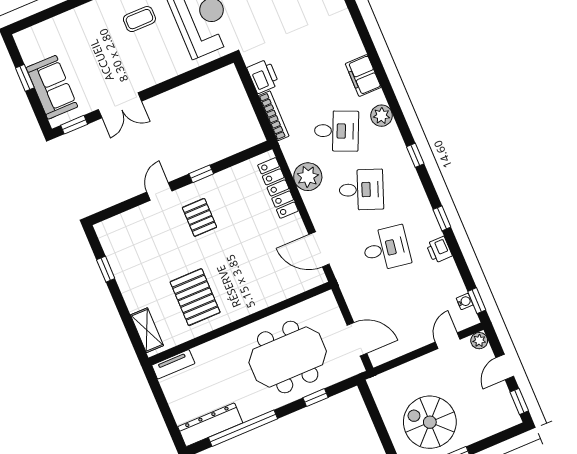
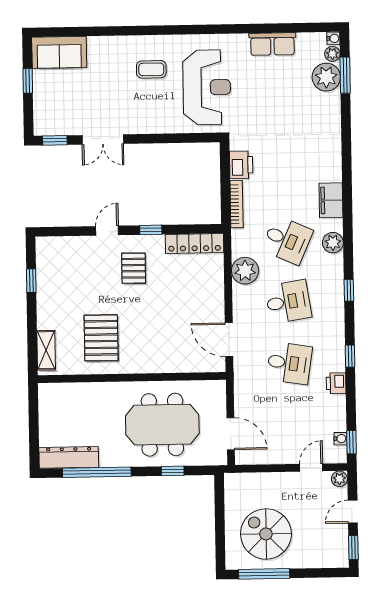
sofa: (52, 87) -> (59, 52), moved, turned 90
locker: (278, 188) -> (194, 243), moved, turned -90
desk: (361, 190) -> (288, 302), turned -30
tv unit: (173, 364) -> (57, 390), removed

